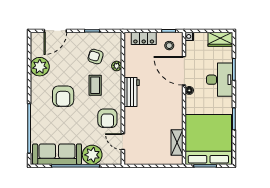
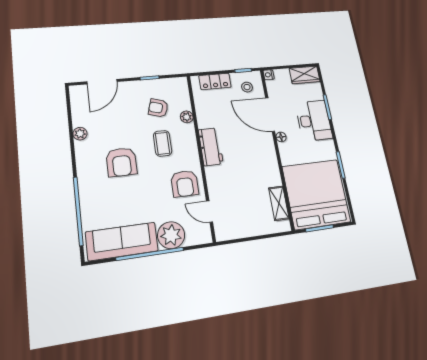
plant: (40, 67) -> (80, 134), width x0.53, depth x0.53

